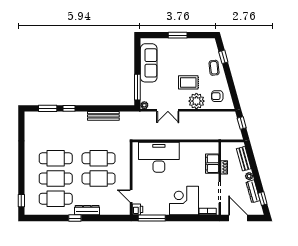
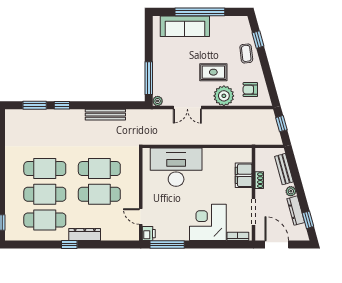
window: (178, 35) -> (200, 12), width x2.11
sofa: (149, 63) -> (185, 26), moved, turned 90

